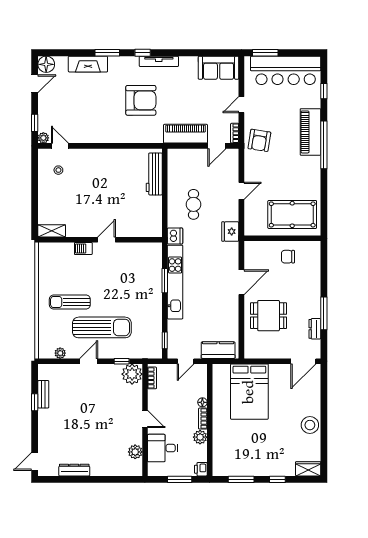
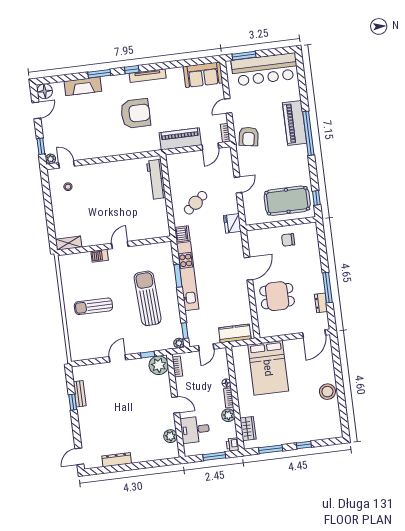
window: (324, 91) -> (316, 198), moved
cafe table: (193, 204) -> (196, 203), turned 51
sun lounger: (102, 327) -> (148, 298), moved, turned -93
plant: (60, 353) -> (179, 343), moved
wardrobe: (308, 469) -> (248, 429), moved, turned 90

